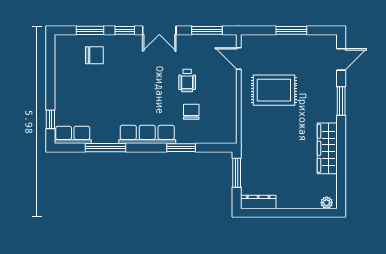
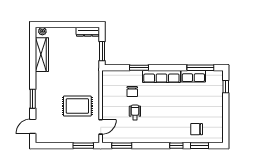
double door: (159, 30) -> (153, 146), removed
window: (291, 30) -> (83, 146), moved
door: (239, 59) -> (101, 127), hinge flipped
row of seats: (73, 135) -> (193, 76), moved
window: (106, 148) -> (200, 68), moved
wardrobe: (327, 148) -> (42, 55), moved

